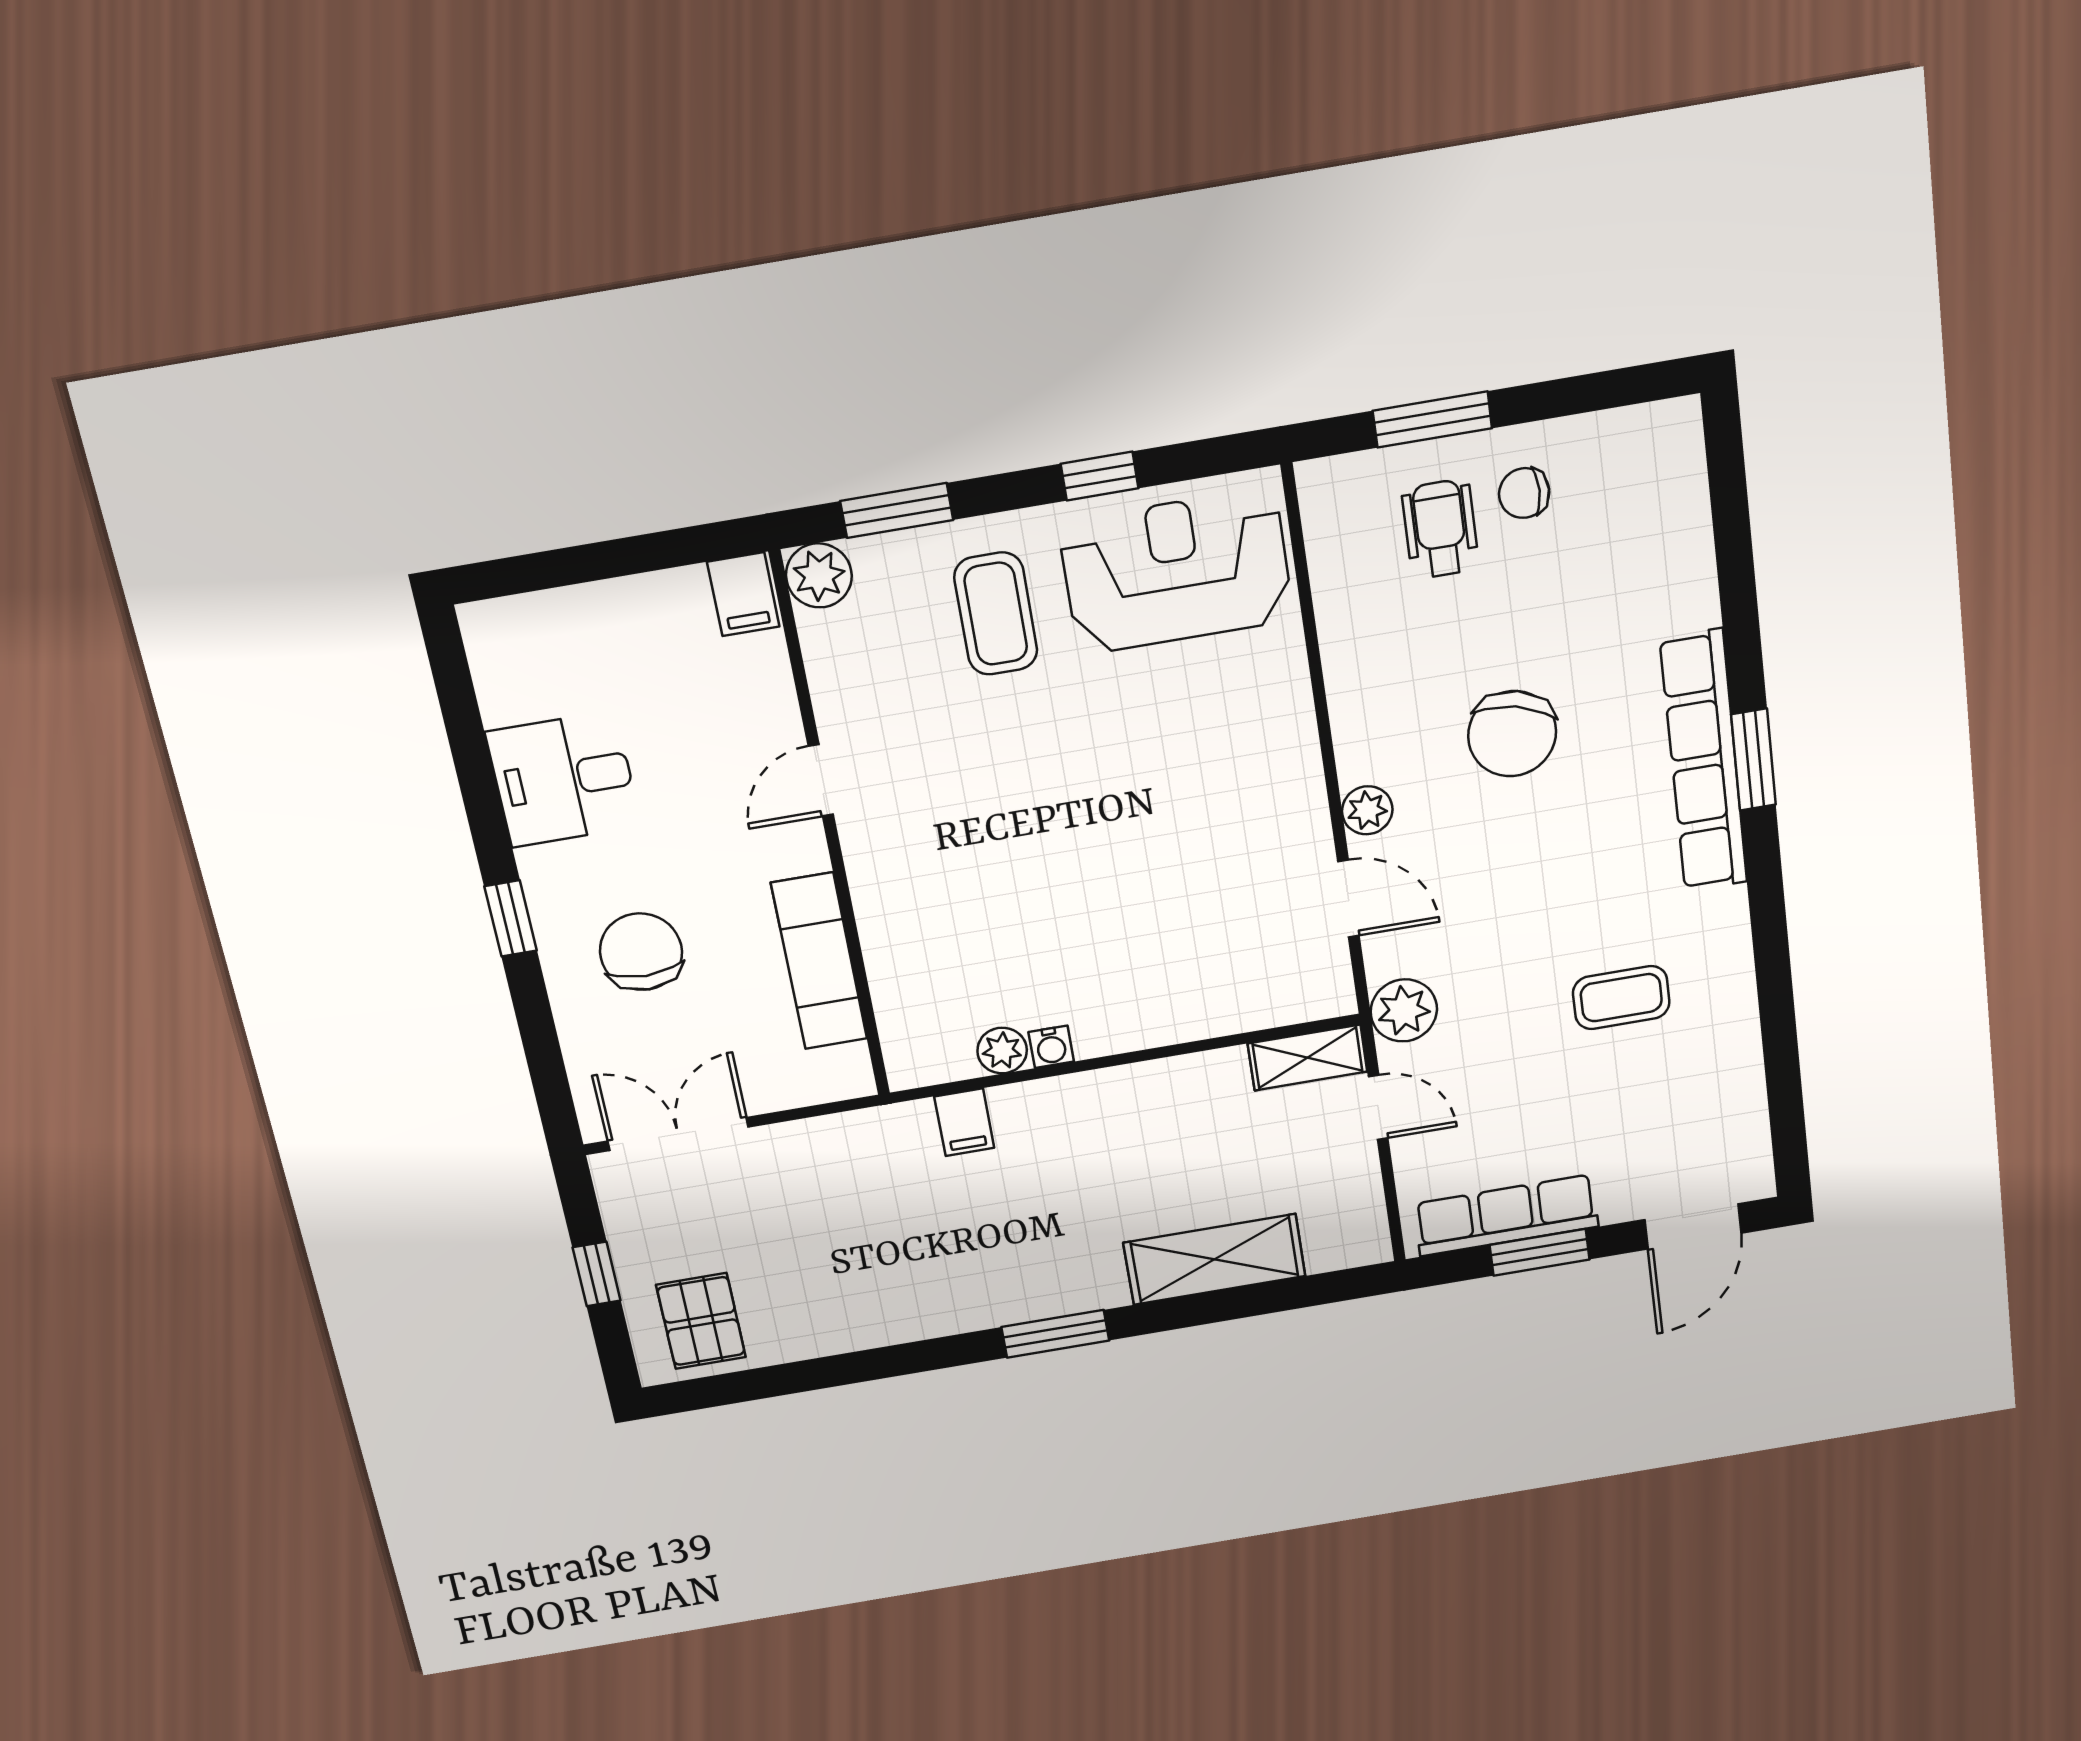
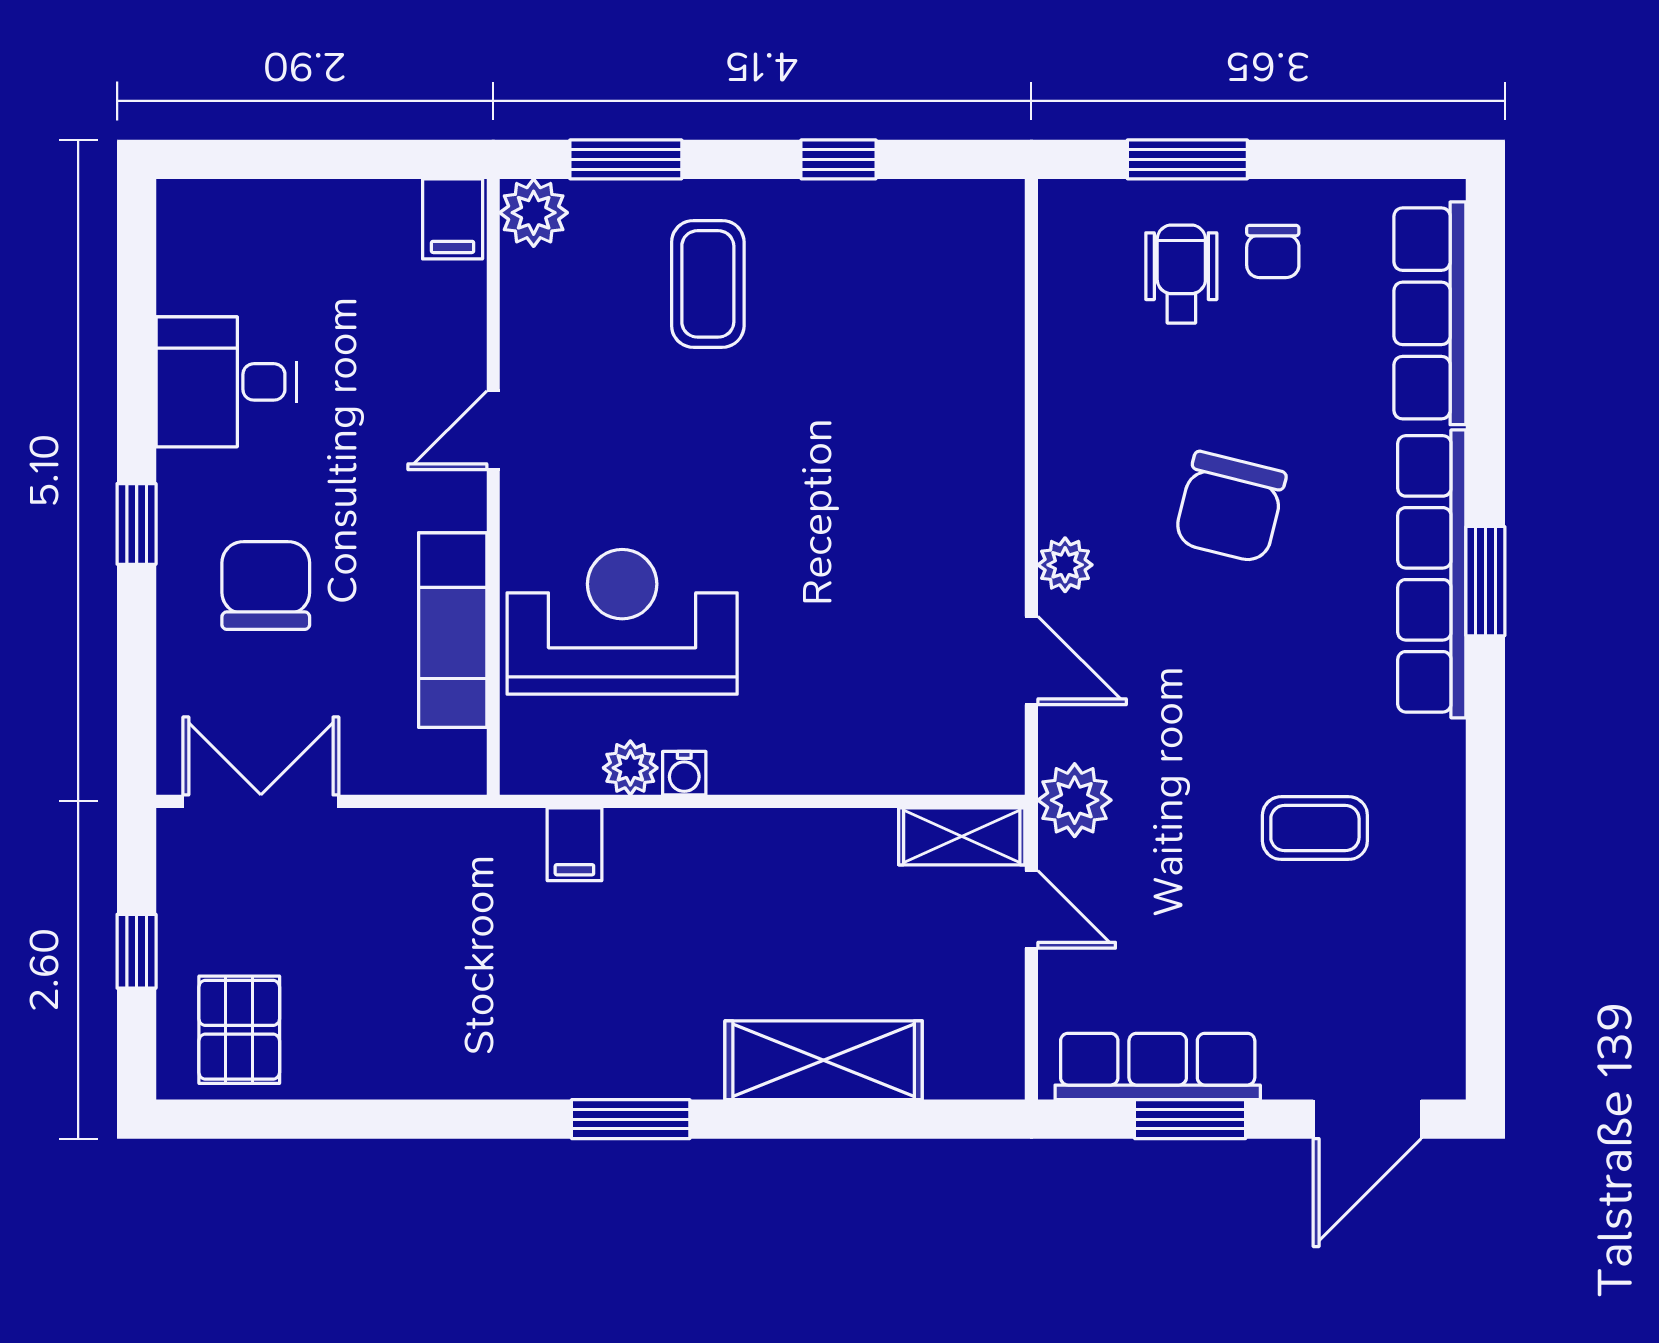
chair: (1524, 493) -> (1273, 251), turned -90
row of seats: (1679, 526) -> (1430, 313), added
reception desk: (1176, 571) -> (622, 622), moved

